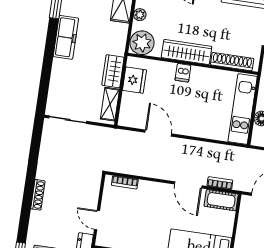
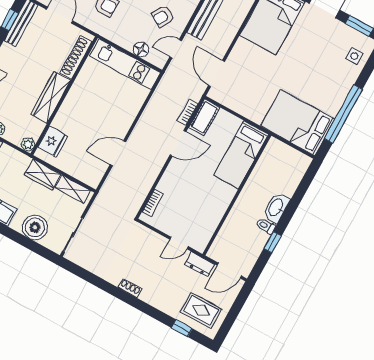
plant: (142, 43) -> (28, 144), width x0.53, depth x0.53
dishwasher: (183, 73) -> (69, 108), removed
fridge: (134, 80) -> (53, 142), moved, turned 90
boiler: (62, 82) -> (35, 227), added
shoe rack: (38, 195) -> (130, 288), width x0.70

